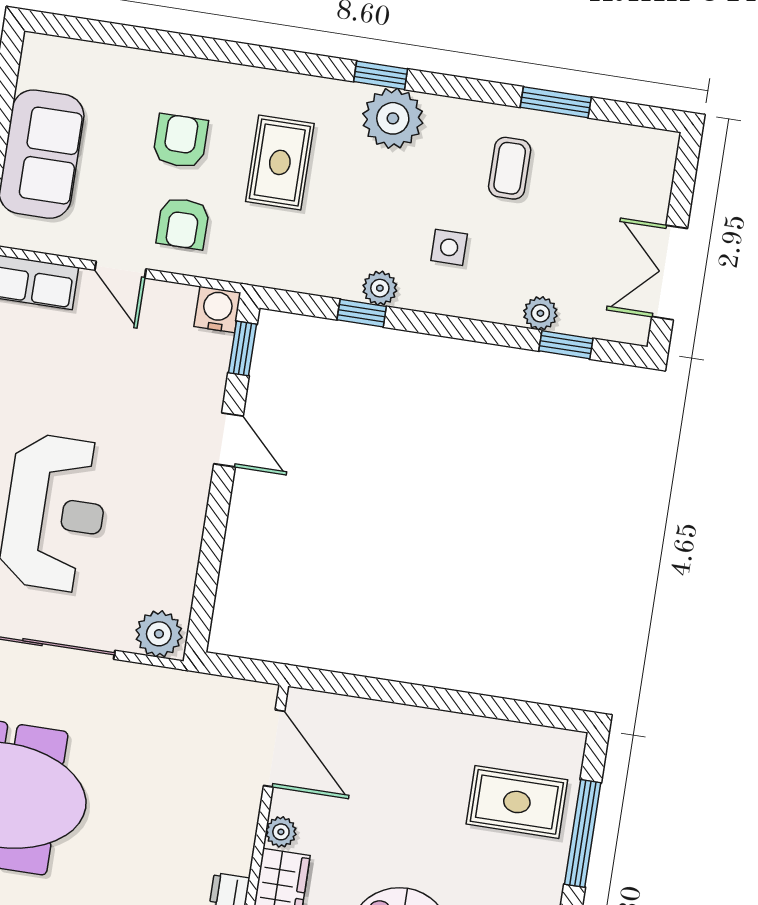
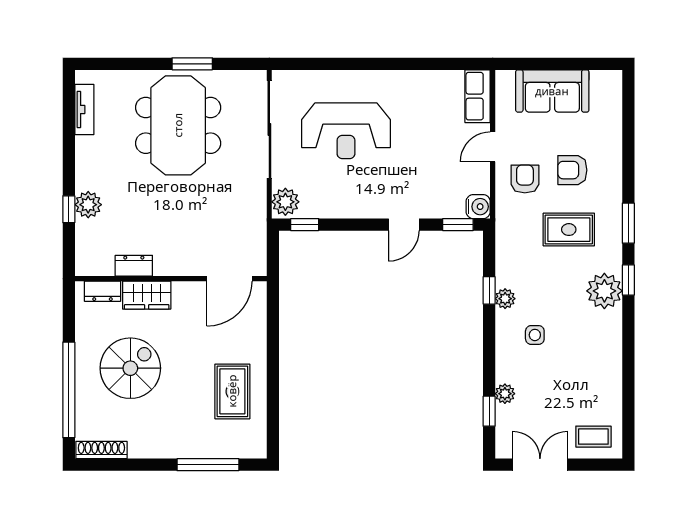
window: (556, 102) -> (628, 223), moved
armchair: (180, 141) -> (572, 170), turned 180
coffee table: (510, 168) -> (593, 437), moved
armchair: (183, 223) -> (525, 179), turned 90
window: (203, 607) -> (305, 225), added
rug: (517, 802) -> (232, 391), moved
plant: (281, 832) -> (182, 290), removed

